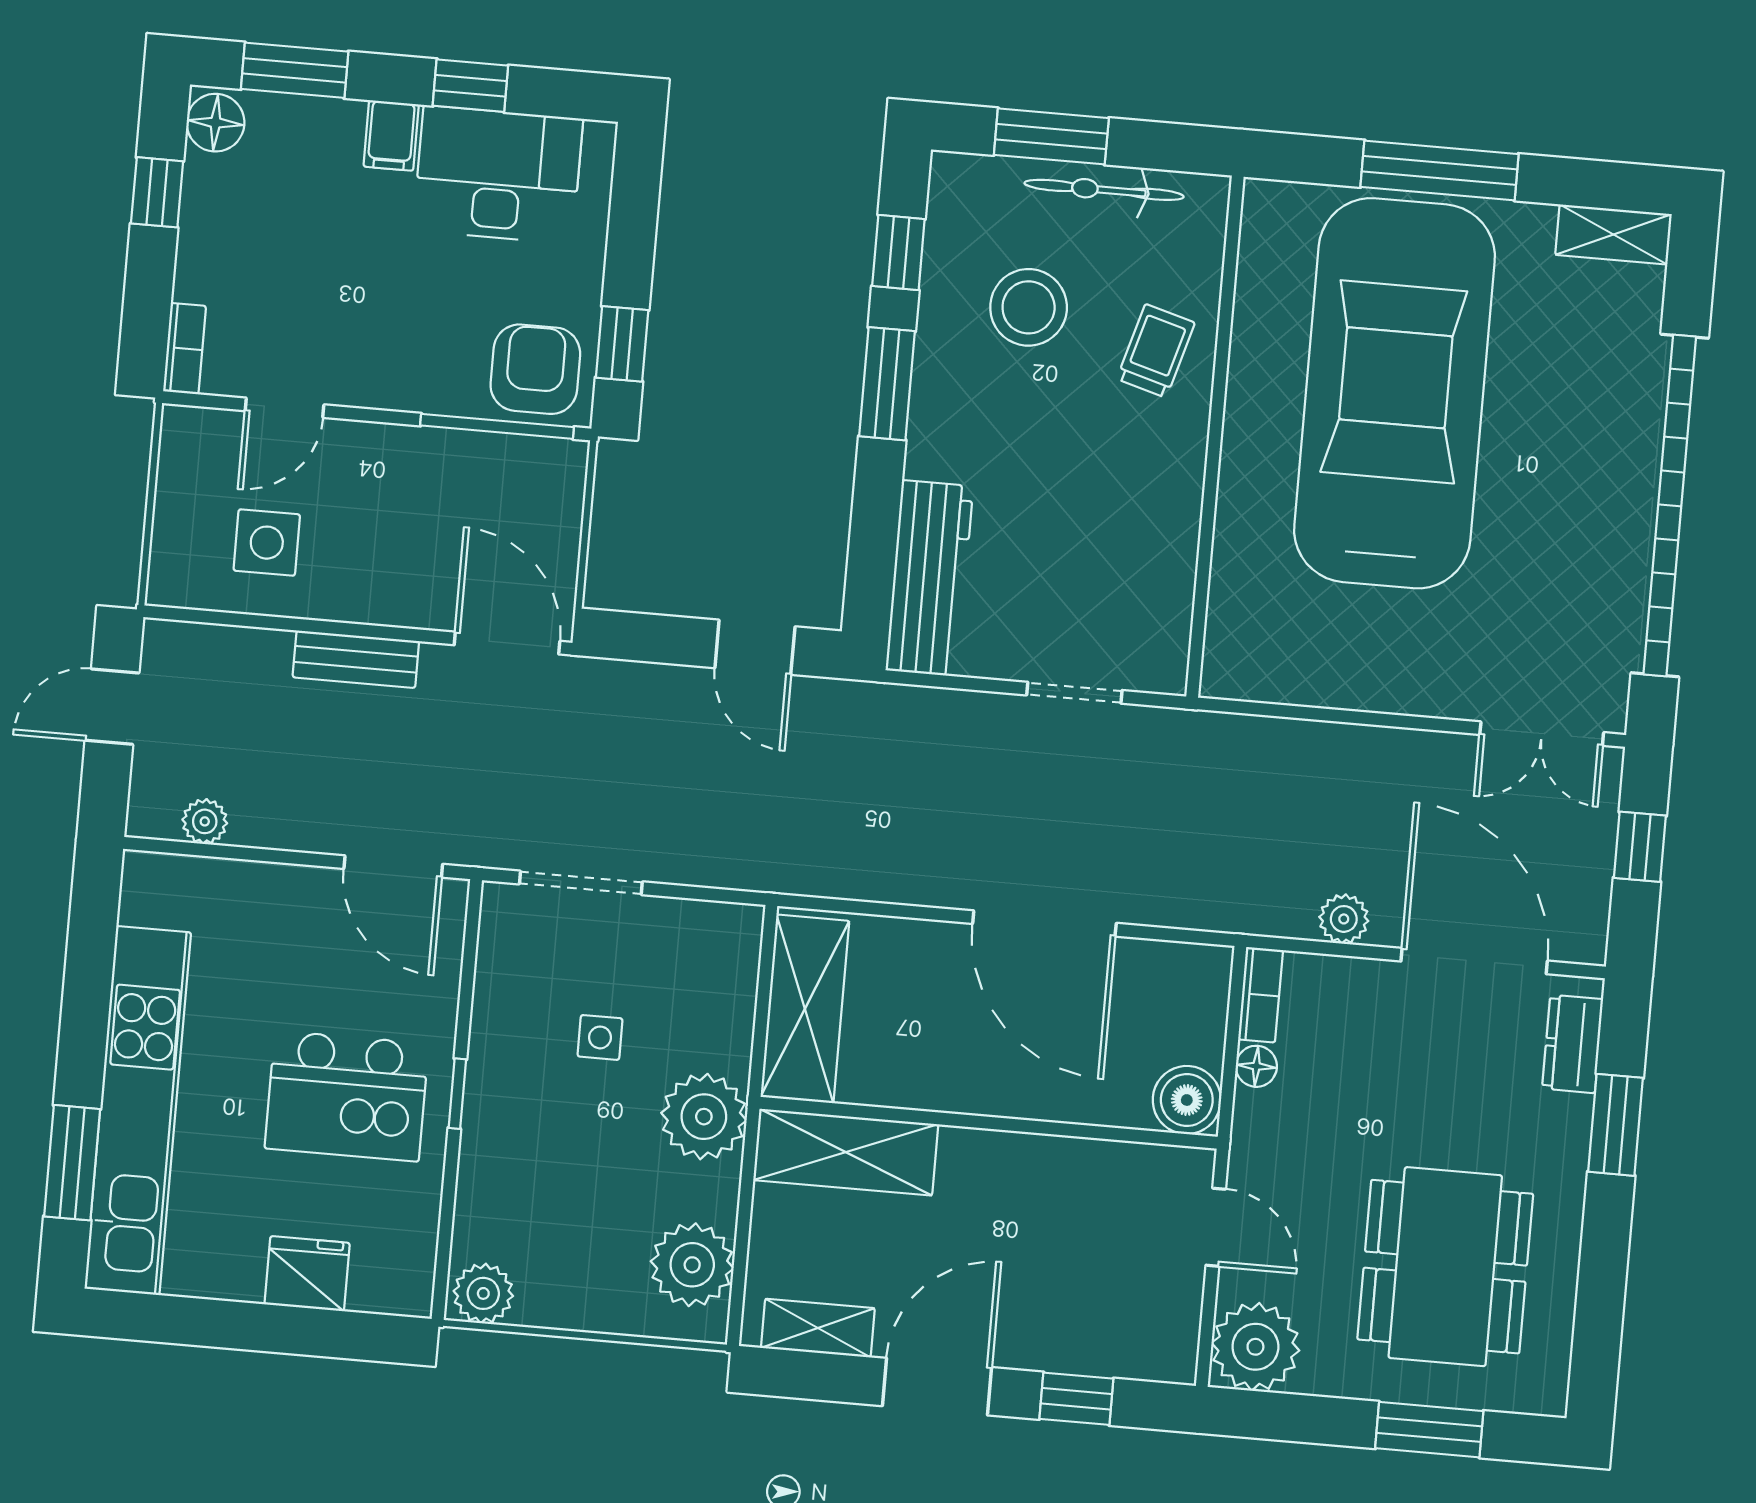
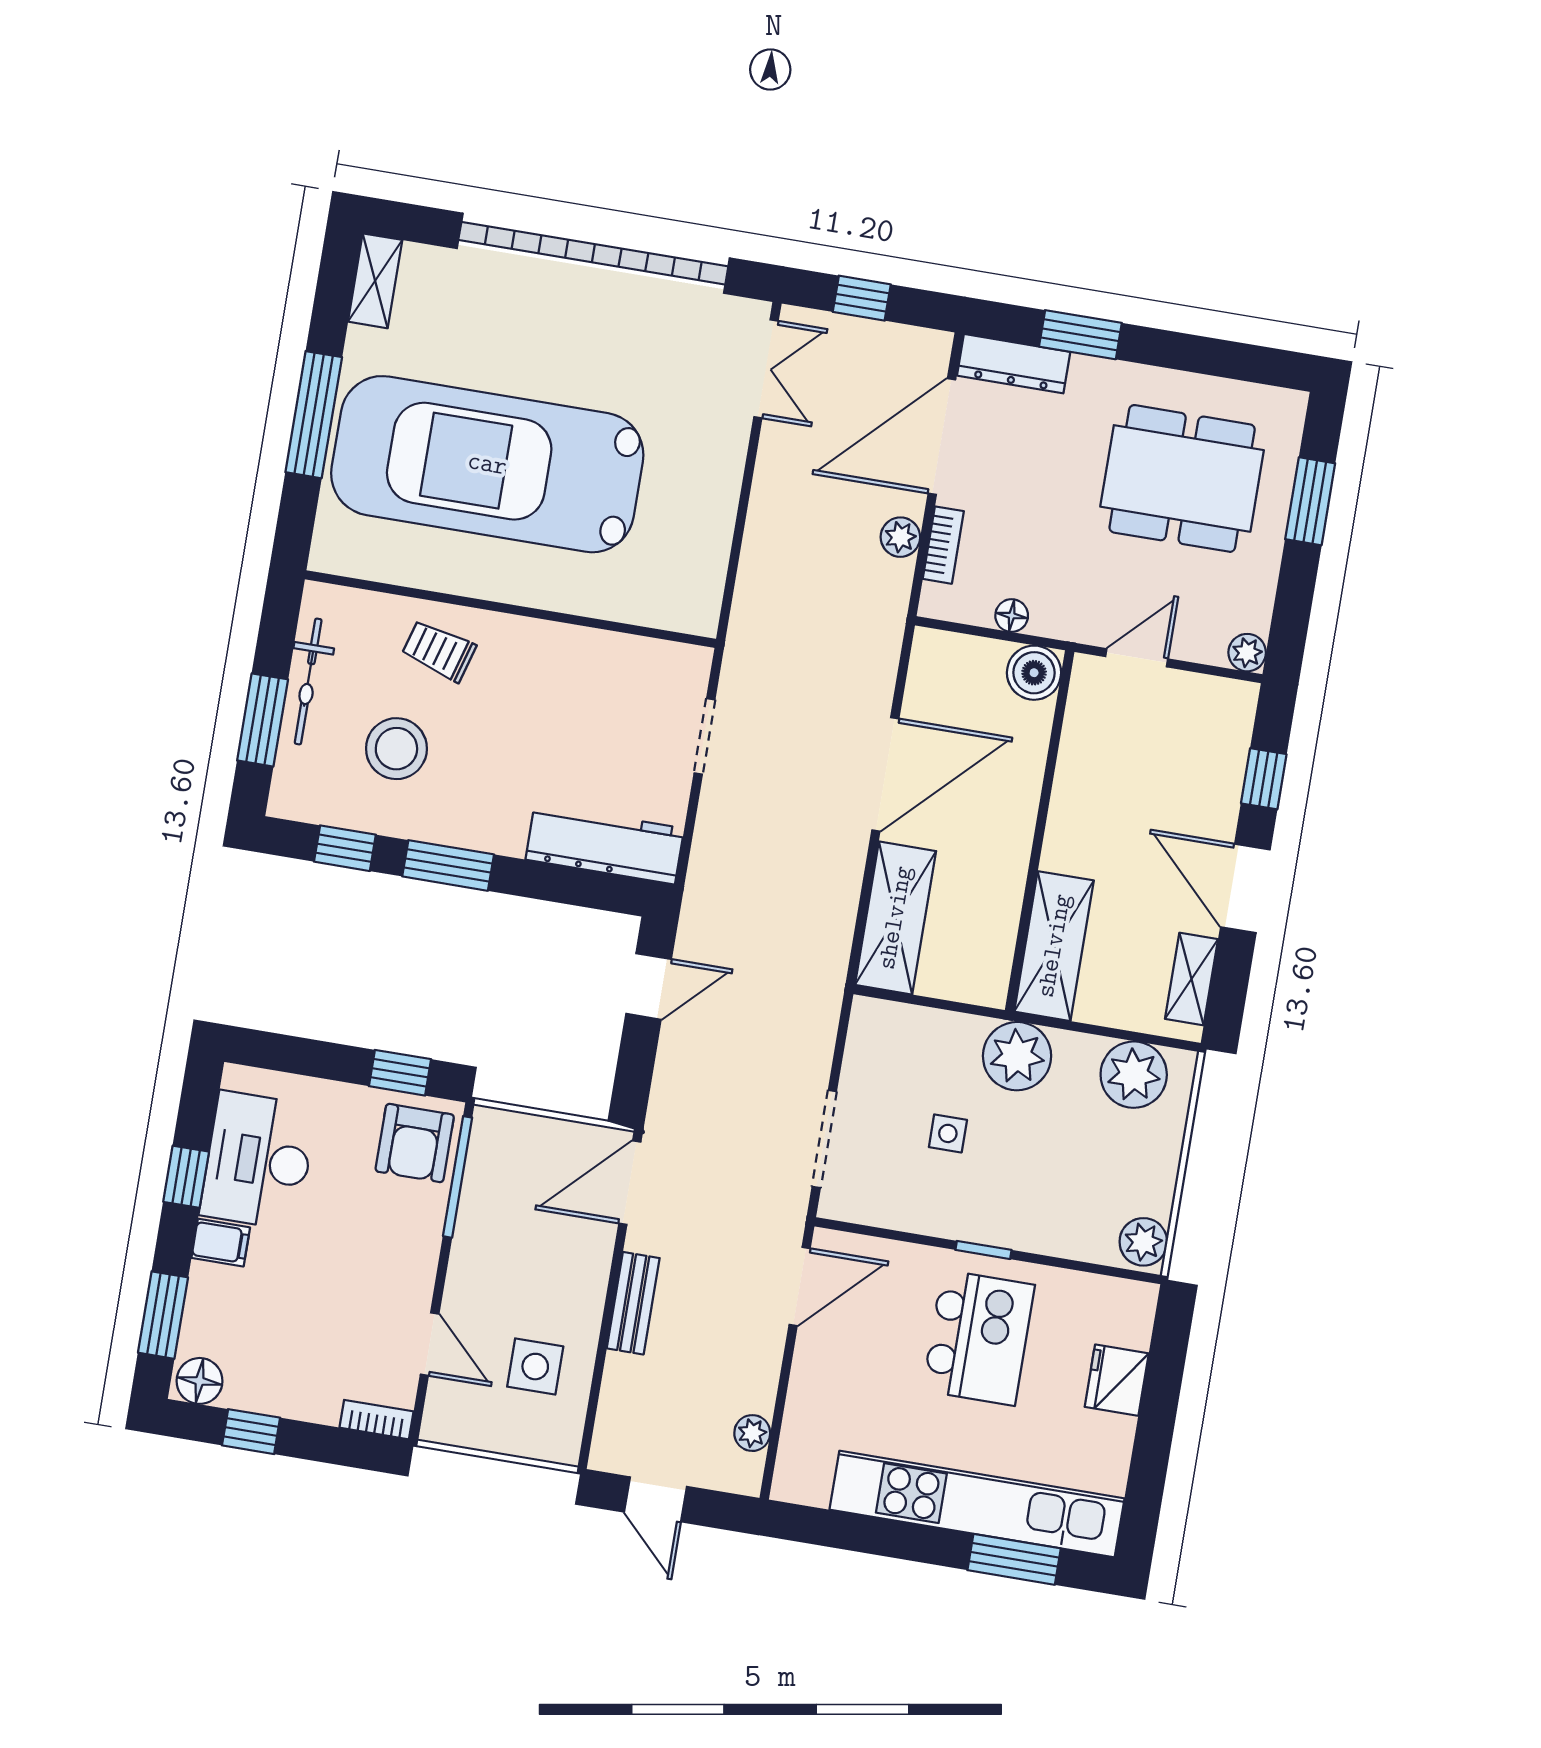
armchair: (535, 369) -> (415, 1143), turned -90
bookcase: (1261, 995) -> (943, 545), moved, turned 90
shelving: (805, 1009) -> (895, 918), moved, turned 90
dresser: (1573, 1044) -> (1014, 364), width x1.44
plant: (1255, 1347) -> (1247, 653), width x0.53, depth x0.53

